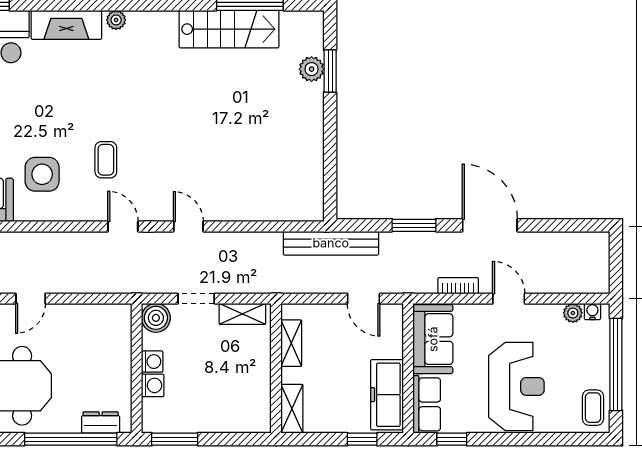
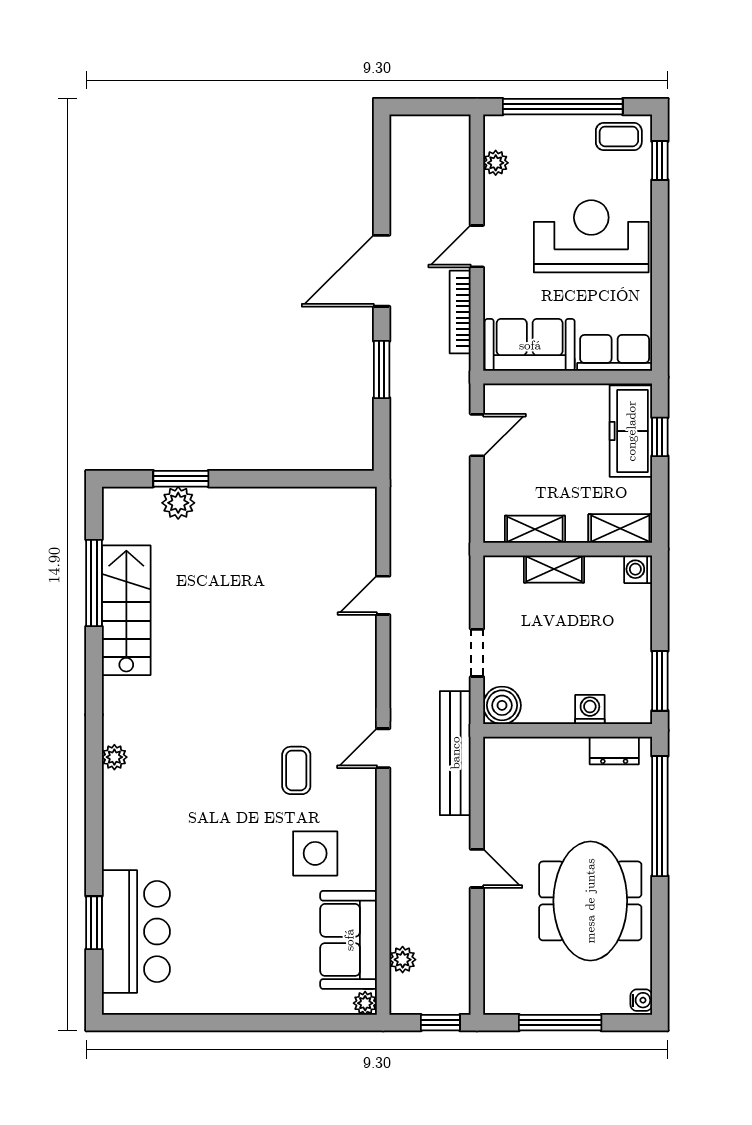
fireplace: (66, 25) -> (121, 822), removed
coffee table: (106, 160) -> (296, 770), turned 90
door: (188, 227) -> (383, 595), moved
bench: (331, 243) -> (455, 753), moved
bookcase: (458, 286) -> (460, 312), width x1.56
water cooler: (592, 312) -> (494, 137), removed
shelving: (242, 314) -> (554, 569), moved, turned 90
washing machine: (152, 362) -> (638, 569), moved, turned -90
freezer: (387, 395) -> (631, 431), moved, turned 90
dresser: (101, 422) -> (614, 750), moved, turned -90
window: (452, 439) -> (660, 161), moved

